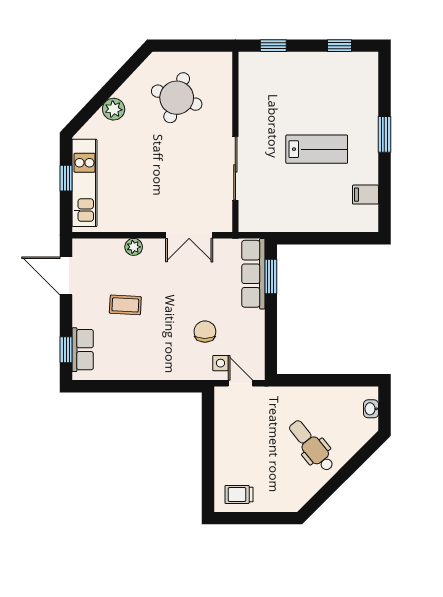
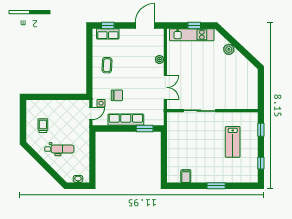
round table: (177, 98) -> (235, 81), removed
lab bench: (317, 149) -> (233, 142), moved
double door: (189, 235) -> (165, 87), swing flipped
row of seats: (253, 274) -> (126, 120), moved
coffee table: (125, 305) -> (107, 65), moved
dental chair: (312, 446) -> (59, 149), turned 39
trolley: (239, 494) -> (43, 126), moved

